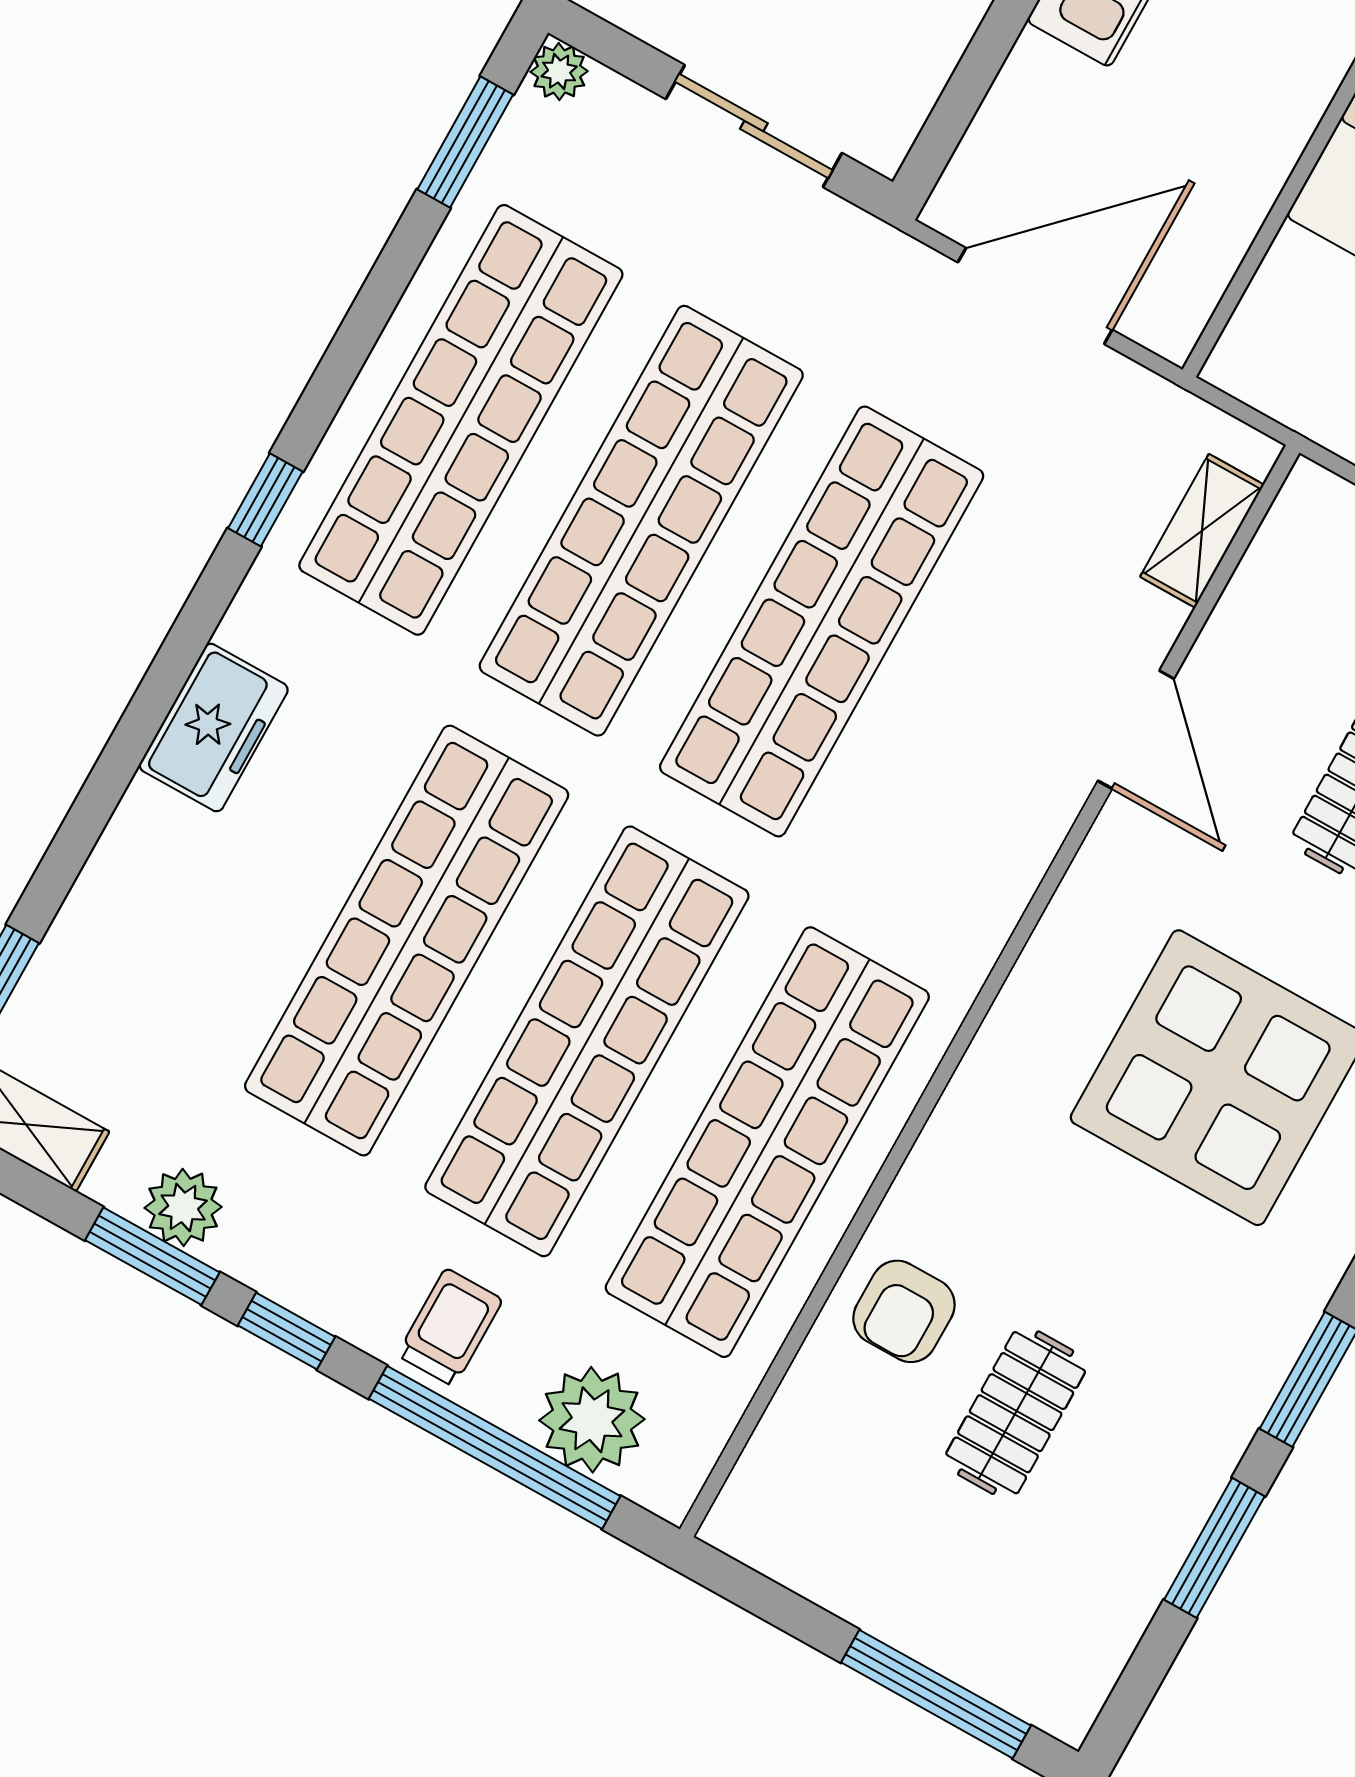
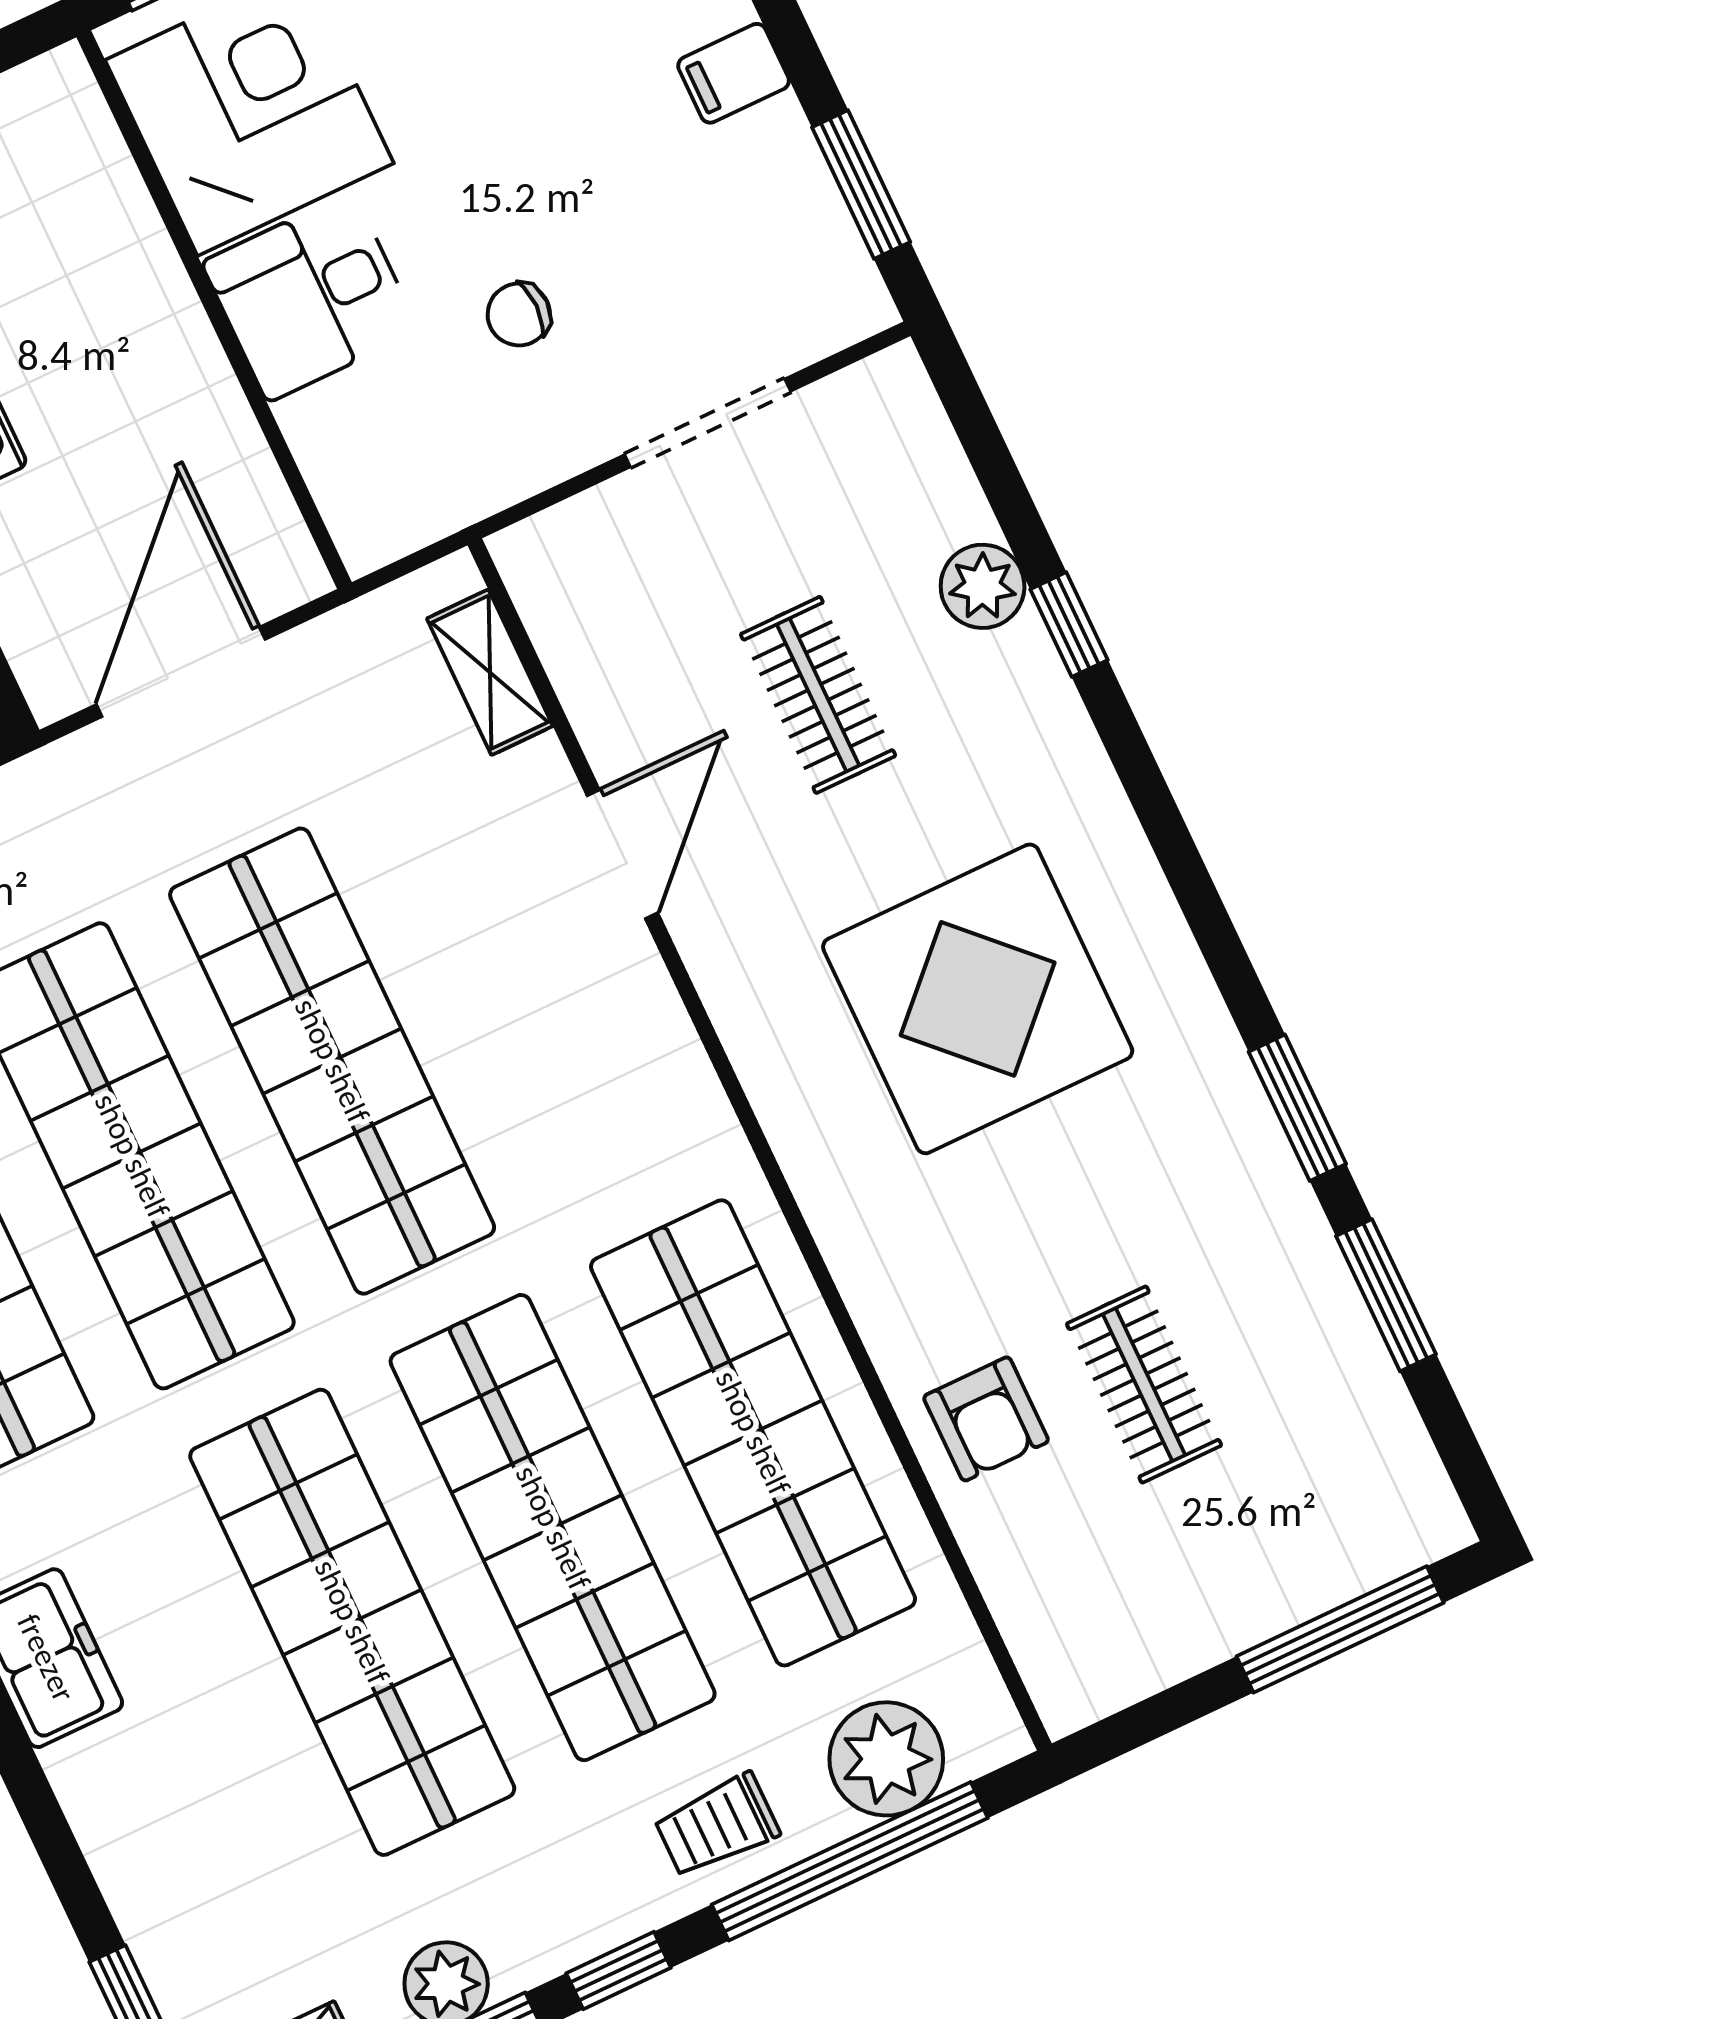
door: (1136, 730) -> (622, 854), hinge flipped
trolley: (450, 1327) -> (717, 1825), turned -90

